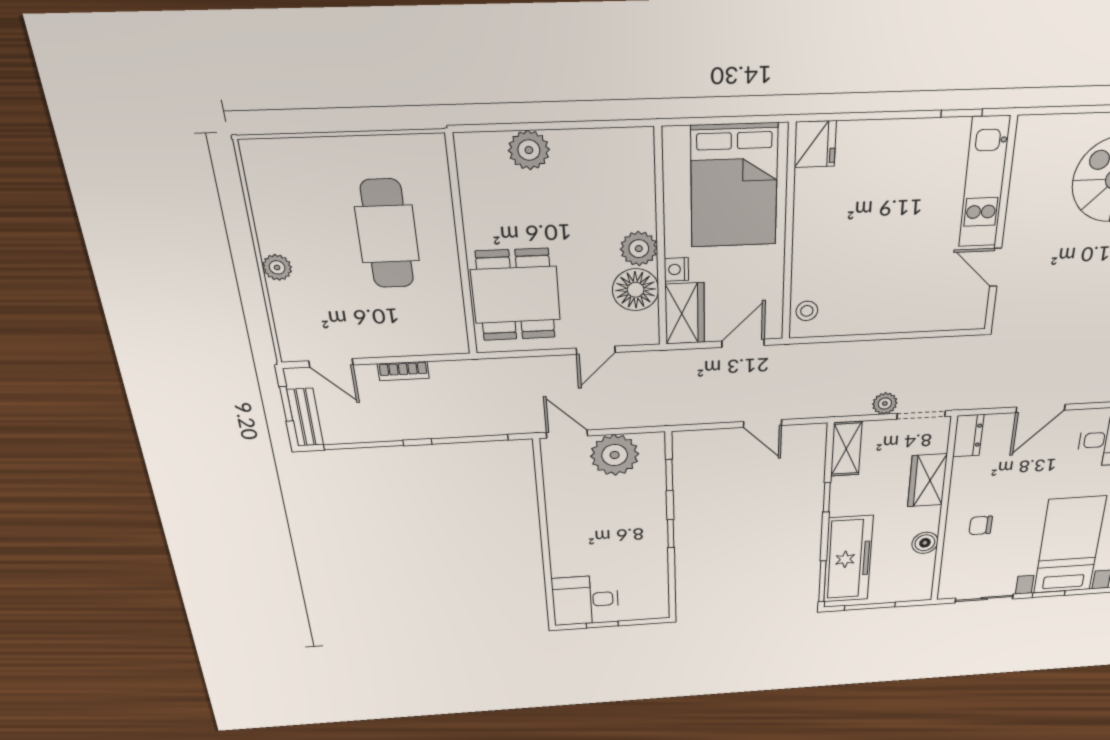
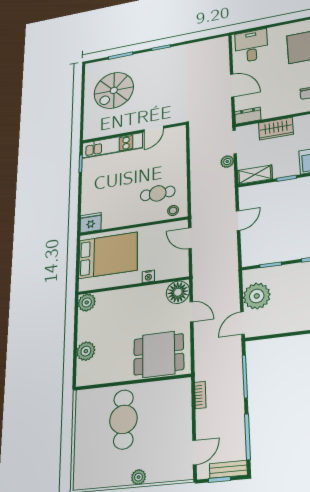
cafe table: (387, 234) -> (123, 419), turned 90
plant: (639, 249) -> (87, 302), moved
cafe table: (850, 280) -> (158, 193), added
floor lamp: (636, 290) -> (178, 292), moved
wardrobe: (685, 313) -> (172, 269), removed
bookcase: (403, 371) -> (200, 395), moved

